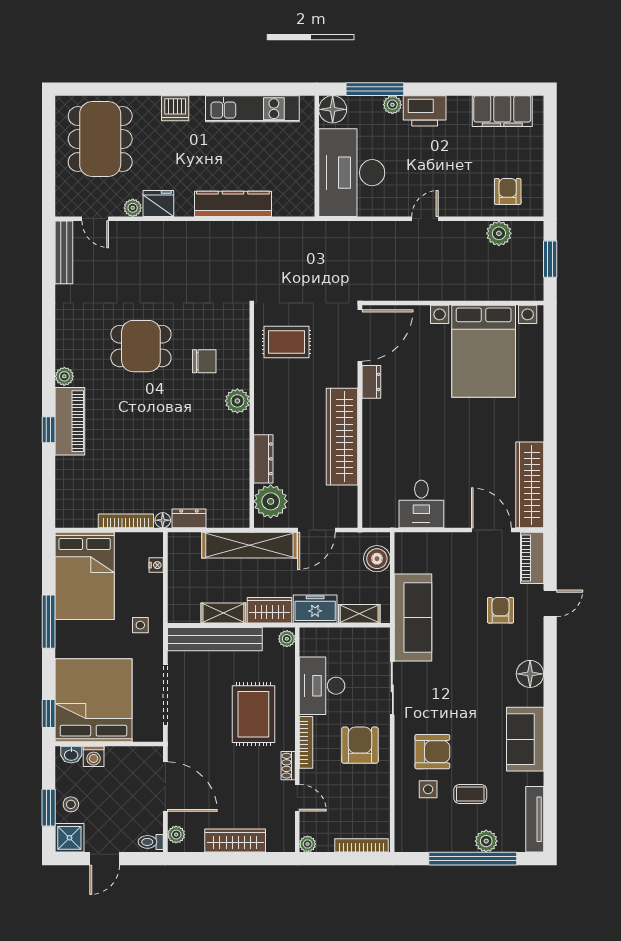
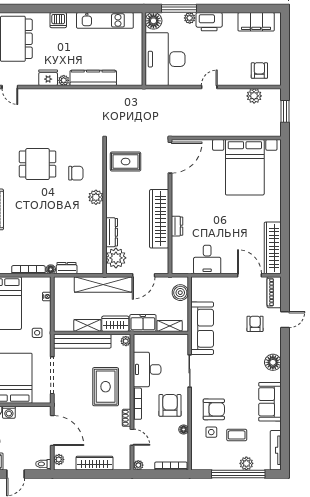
plant: (133, 208) -> (64, 80), moved
dresser: (371, 382) -> (177, 226), moved
floor lamp: (382, 785) -> (184, 429), added

